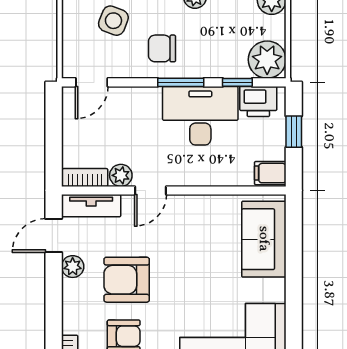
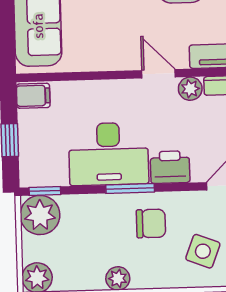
window: (237, 82) -> (45, 191), moved
printer: (258, 101) -> (170, 167), moved
door: (151, 190) -> (159, 74), hinge flipped

